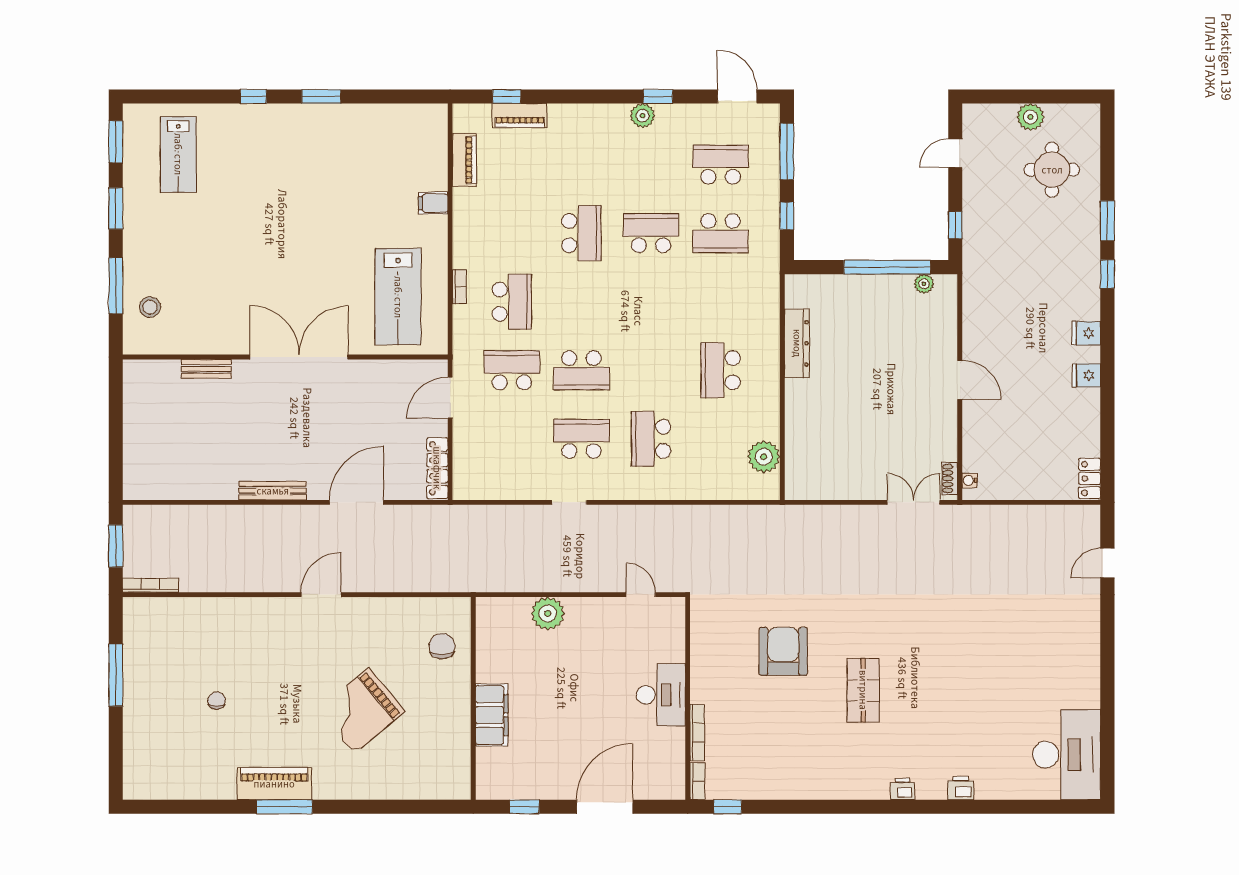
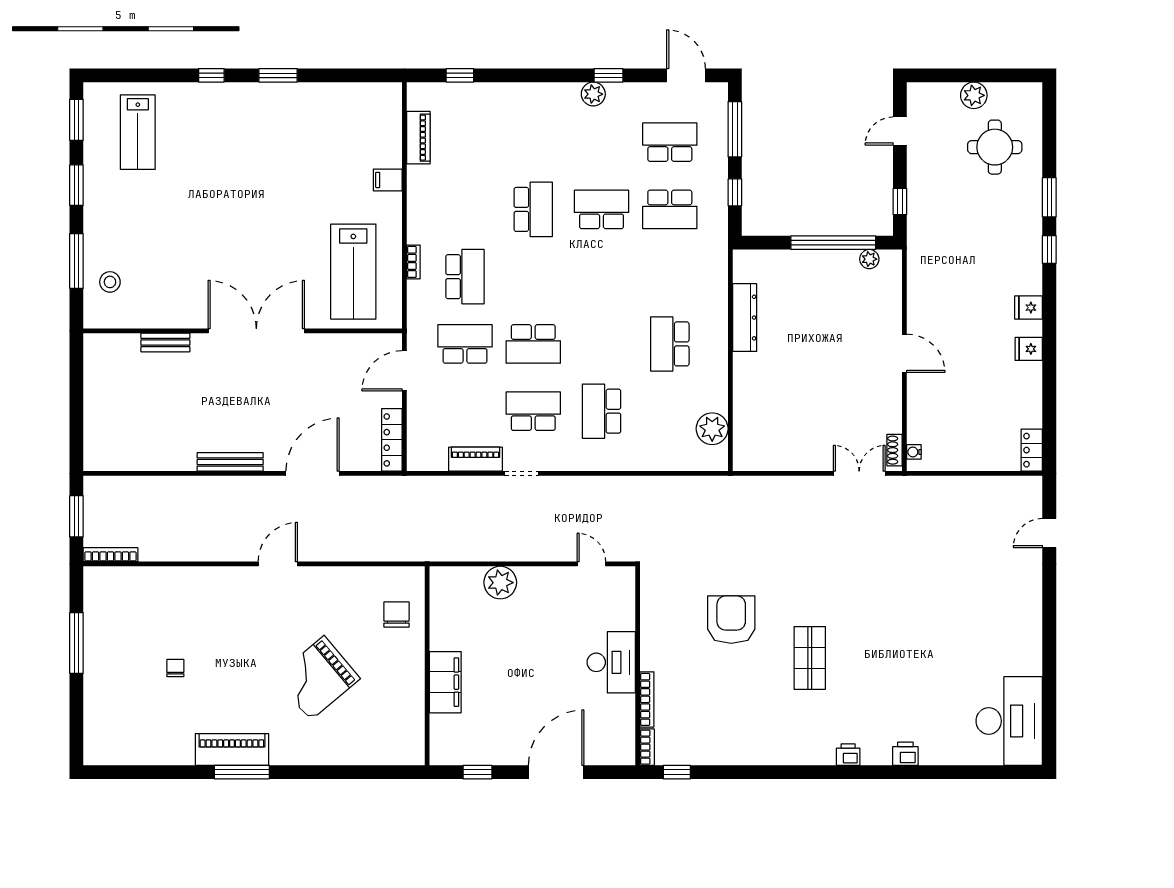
piano: (520, 116) -> (476, 459), moved, turned 180

